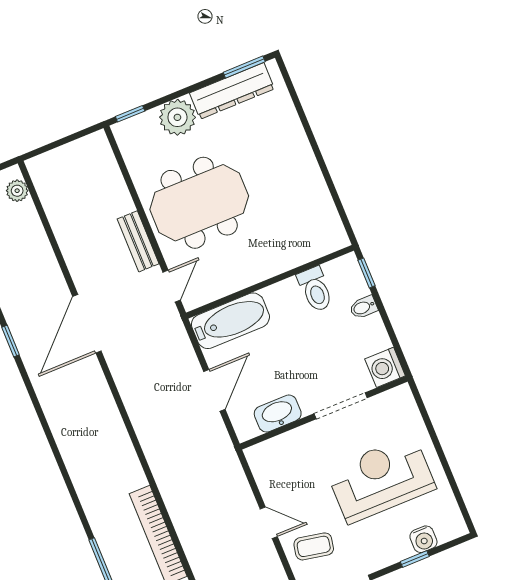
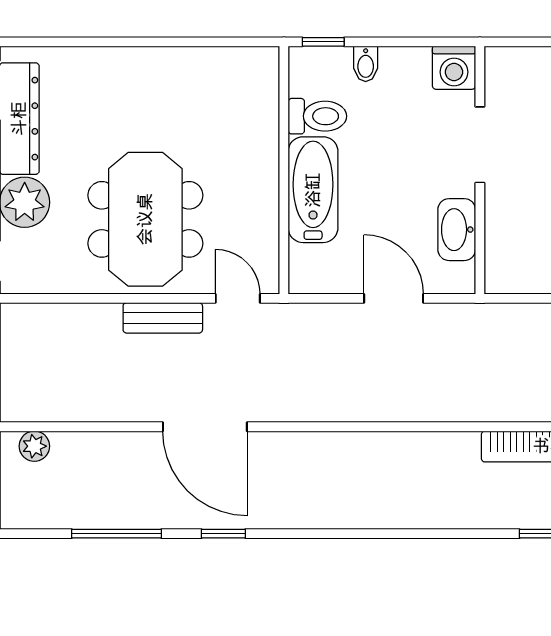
bathtub: (230, 321) -> (313, 190), moved
door: (87, 324) -> (205, 427), moved

